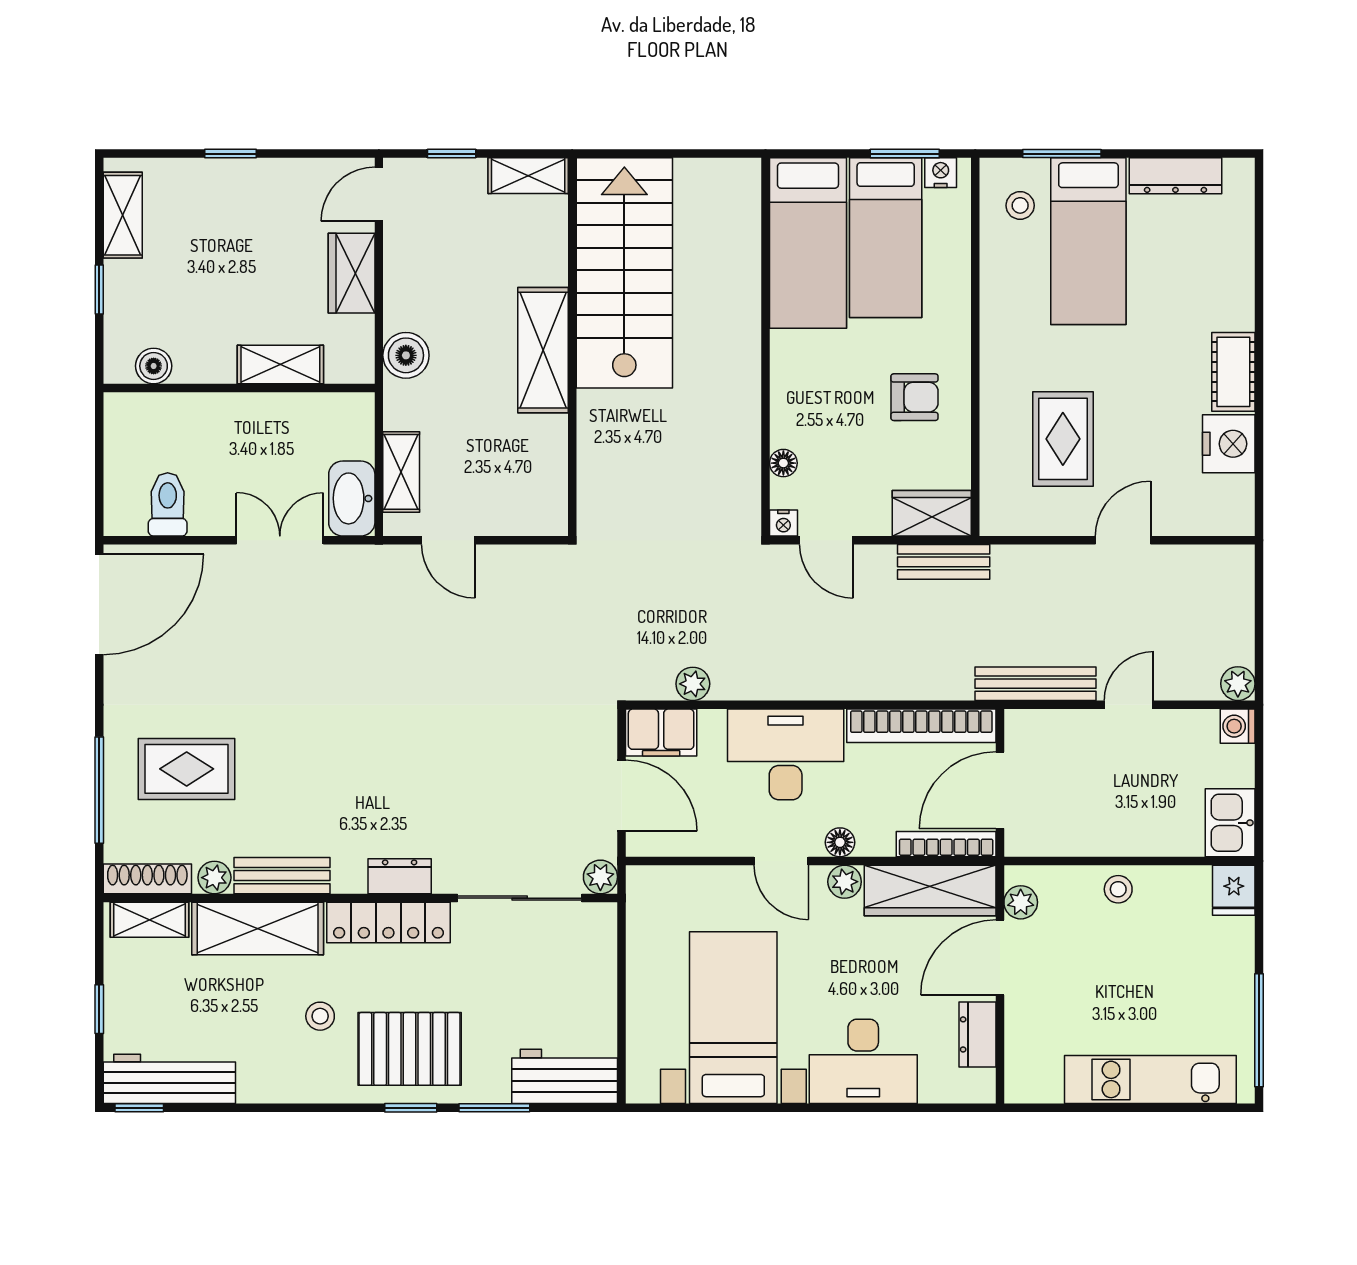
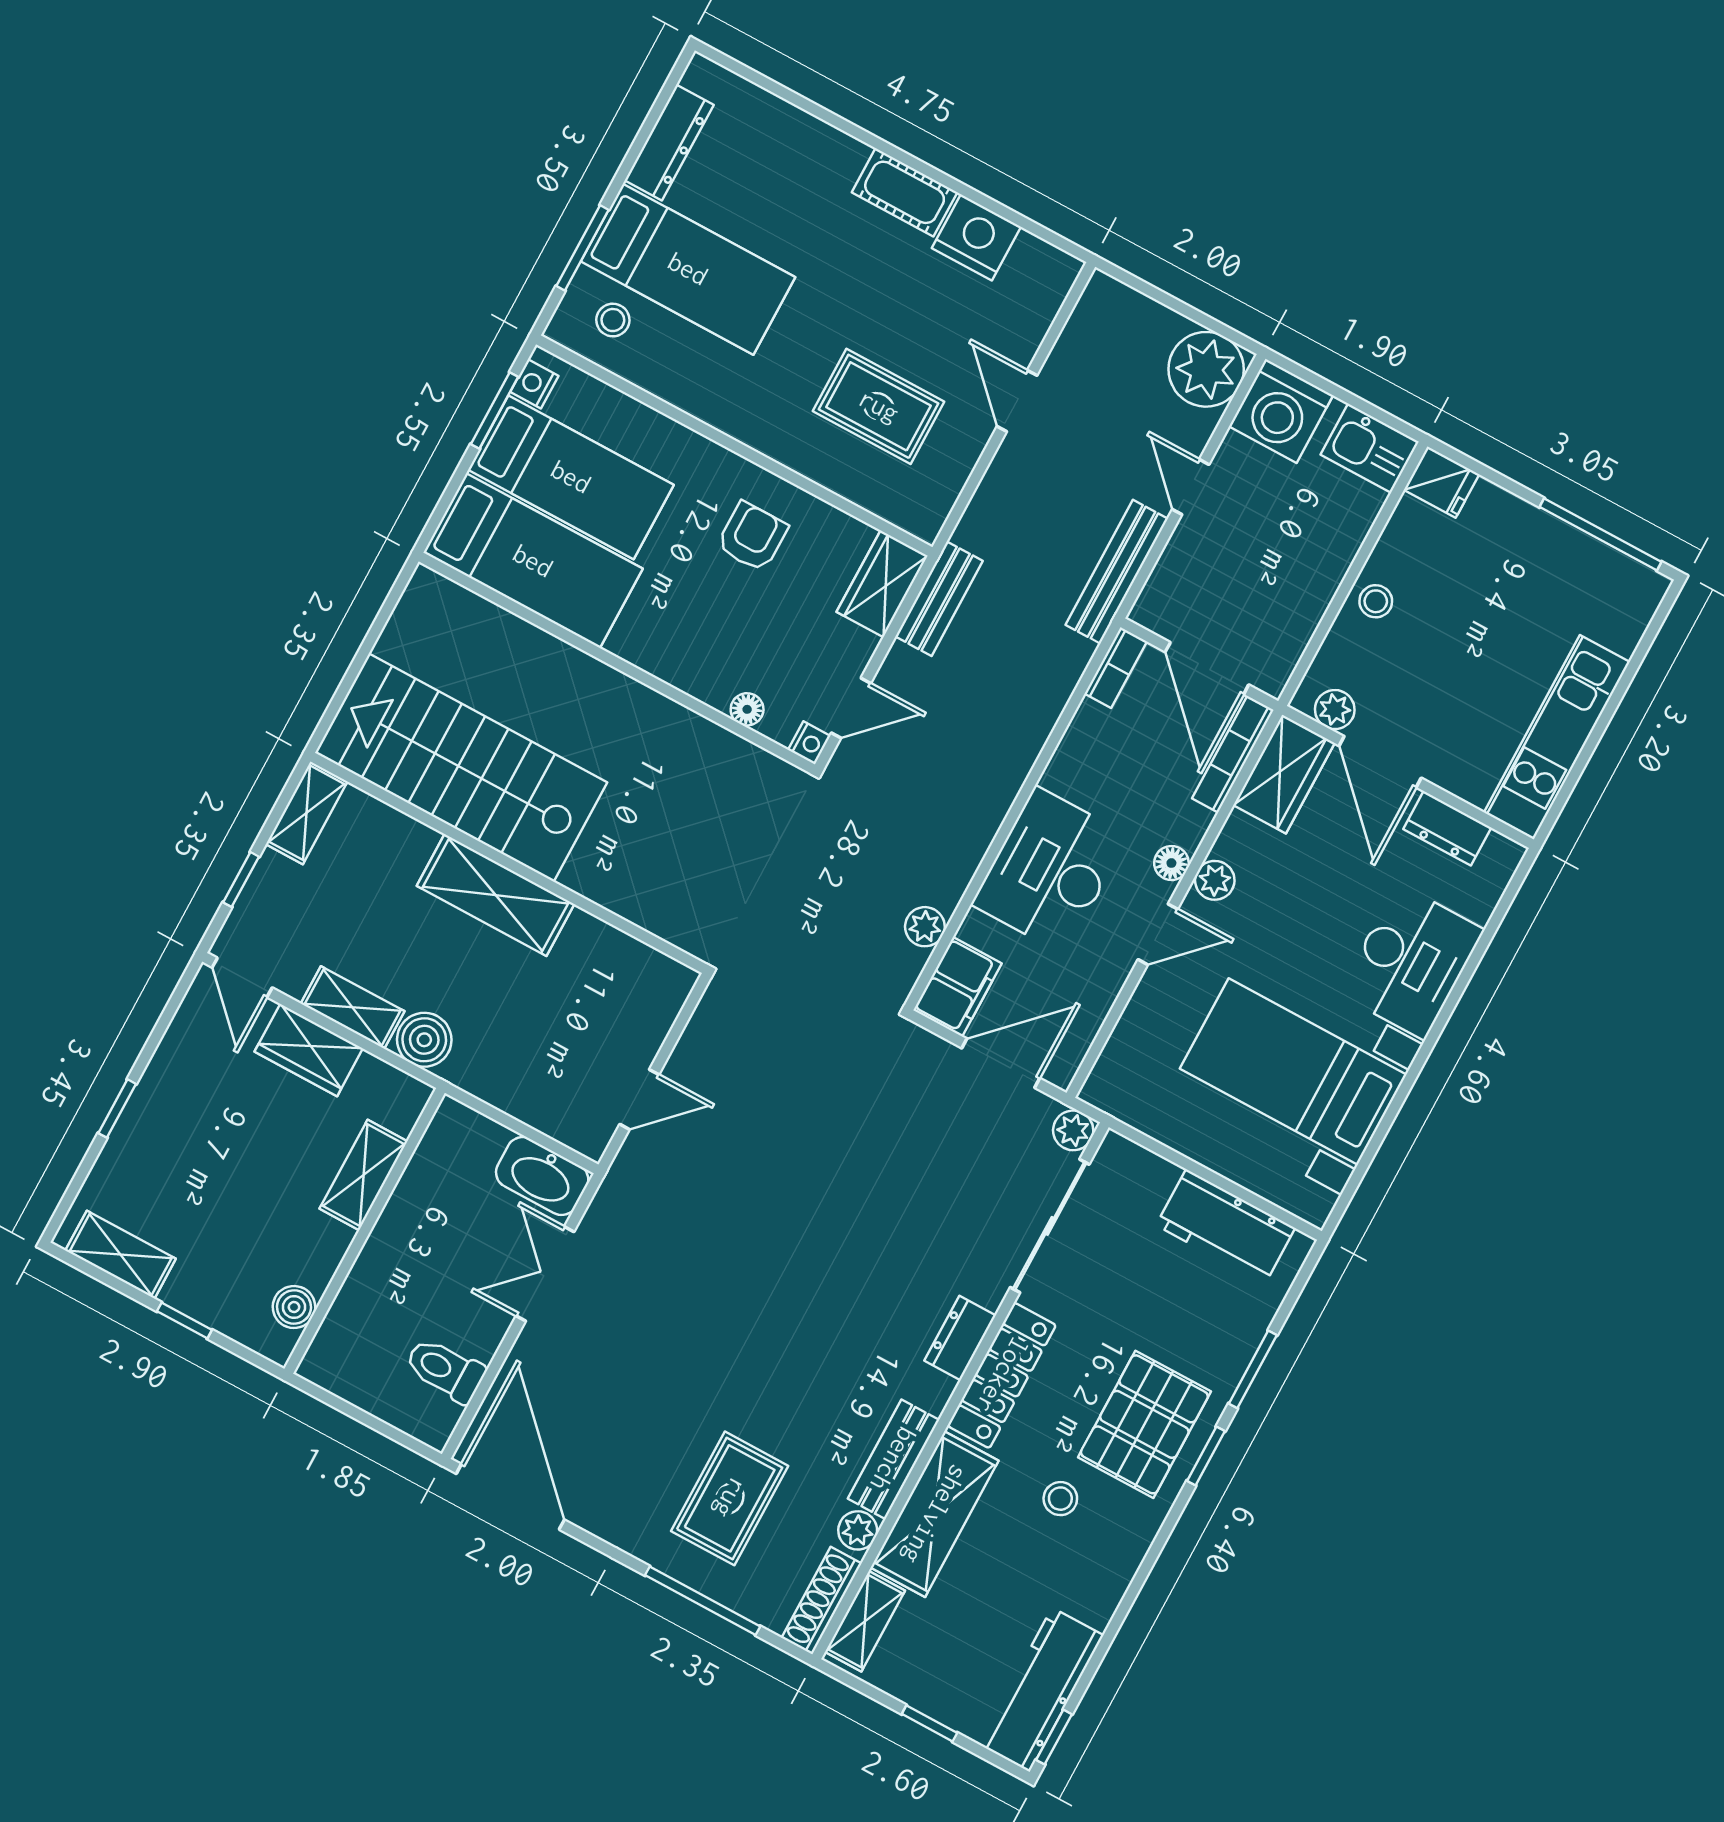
shelving: (401, 472) -> (353, 1007), moved
plant: (1238, 684) -> (1206, 369), width x1.88, depth x1.88
bookcase: (921, 726) -> (1116, 668), width x0.43, depth x0.76
washing machine: (1238, 726) -> (1281, 411), width x1.89, depth x1.89
wardrobe: (930, 890) -> (1284, 774), width x0.67
workbench: (565, 1076) -> (1226, 1227), moved, turned -90
kitchen unit: (1150, 1079) -> (1557, 737), moved

